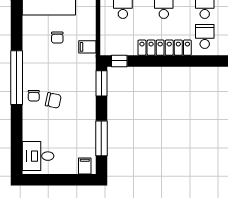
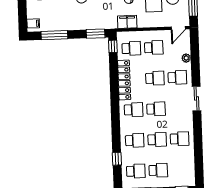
school desk: (123, 37) -> (131, 48), added
filing cabinet: (87, 47) -> (127, 22), width x2.00

